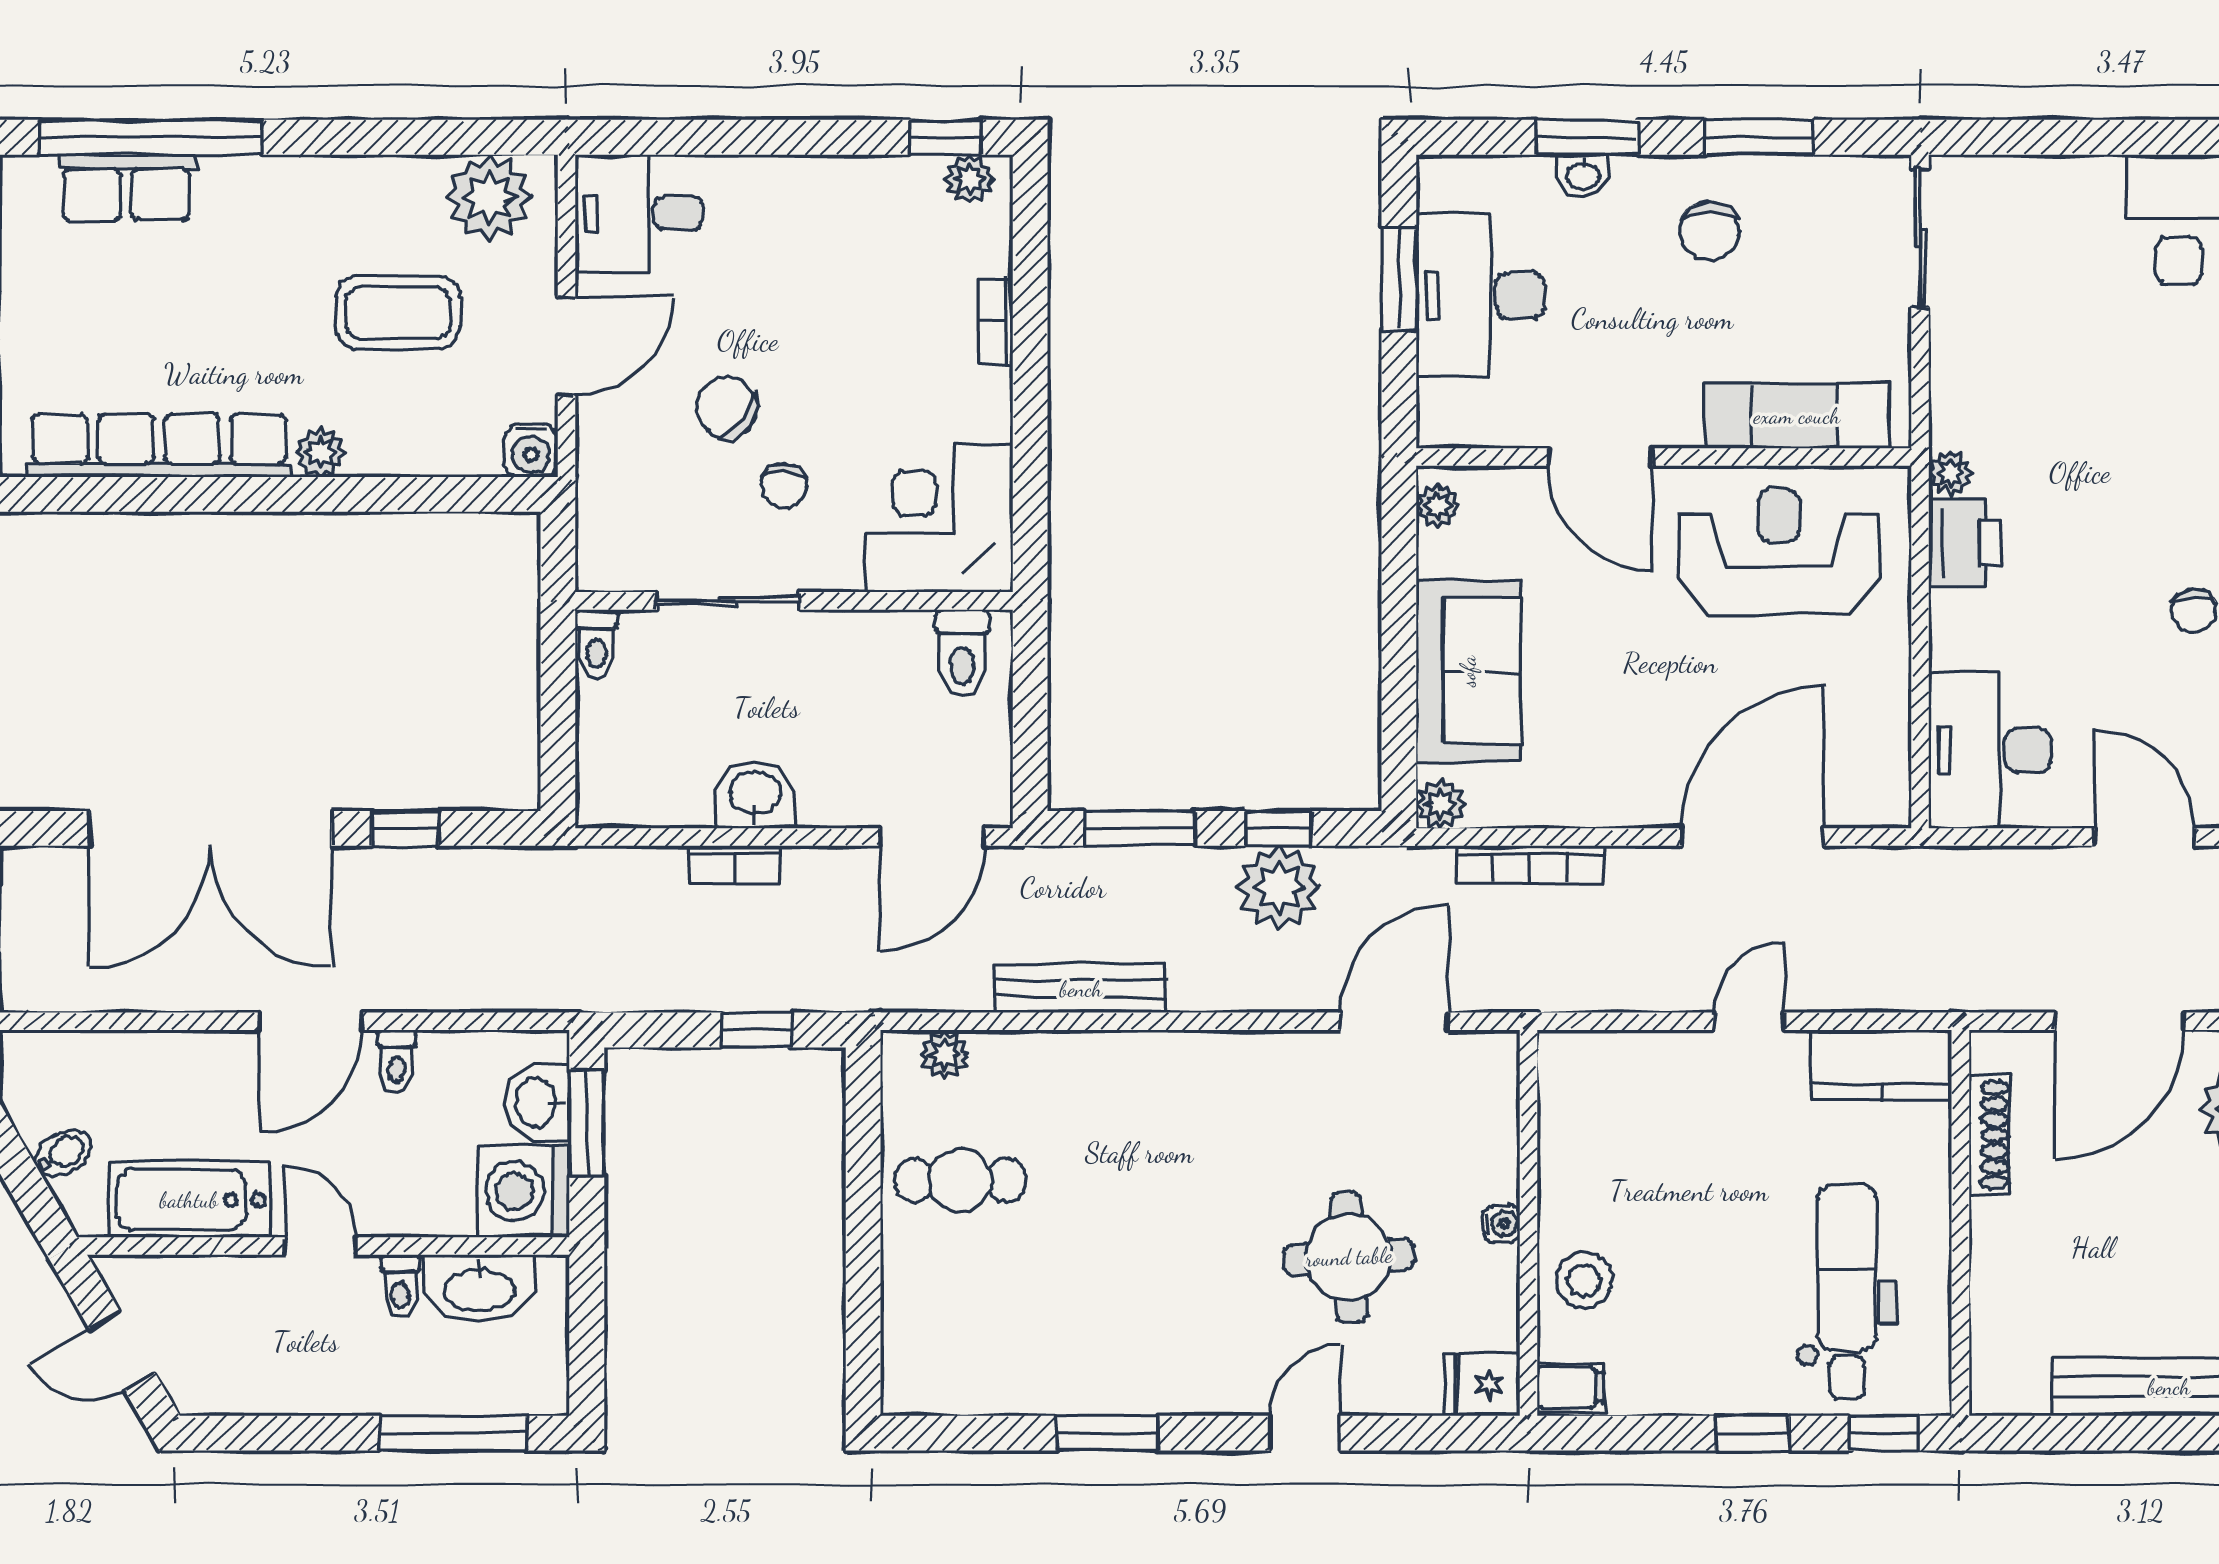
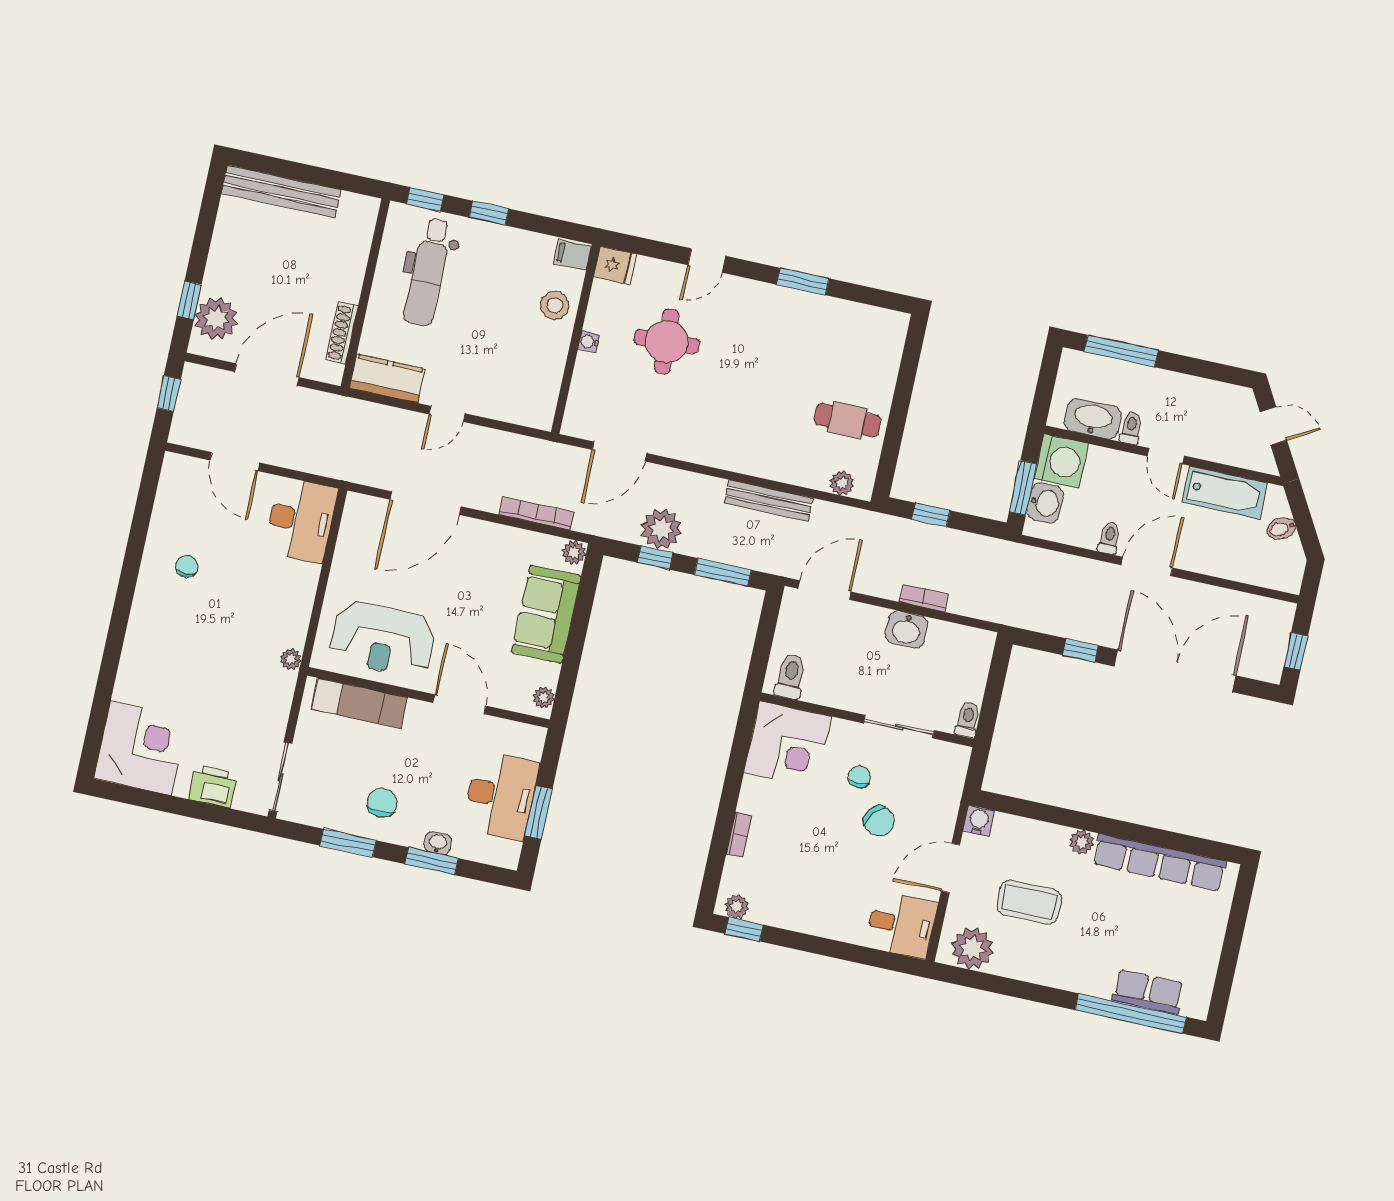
printer: (1965, 543) -> (213, 786), moved, turned 90

